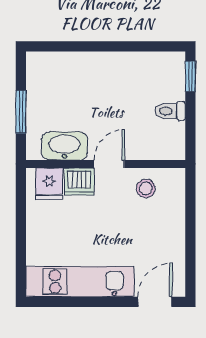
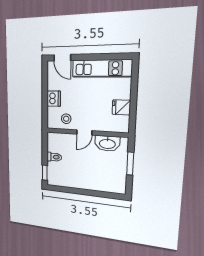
dishwasher: (79, 181) -> (54, 99), moved, turned 90
fridge: (49, 184) -> (121, 107), moved, turned -90
door: (155, 302) -> (62, 58), hinge flipped

